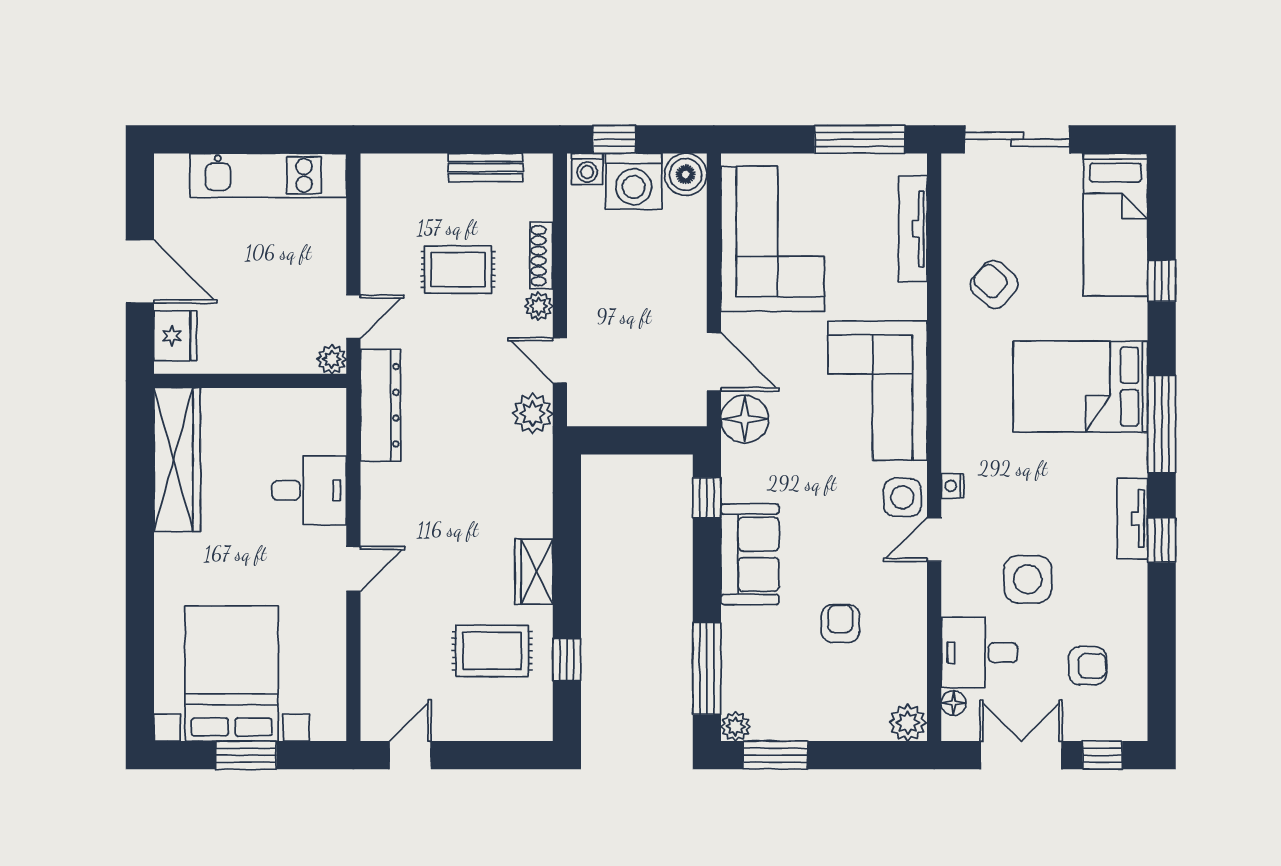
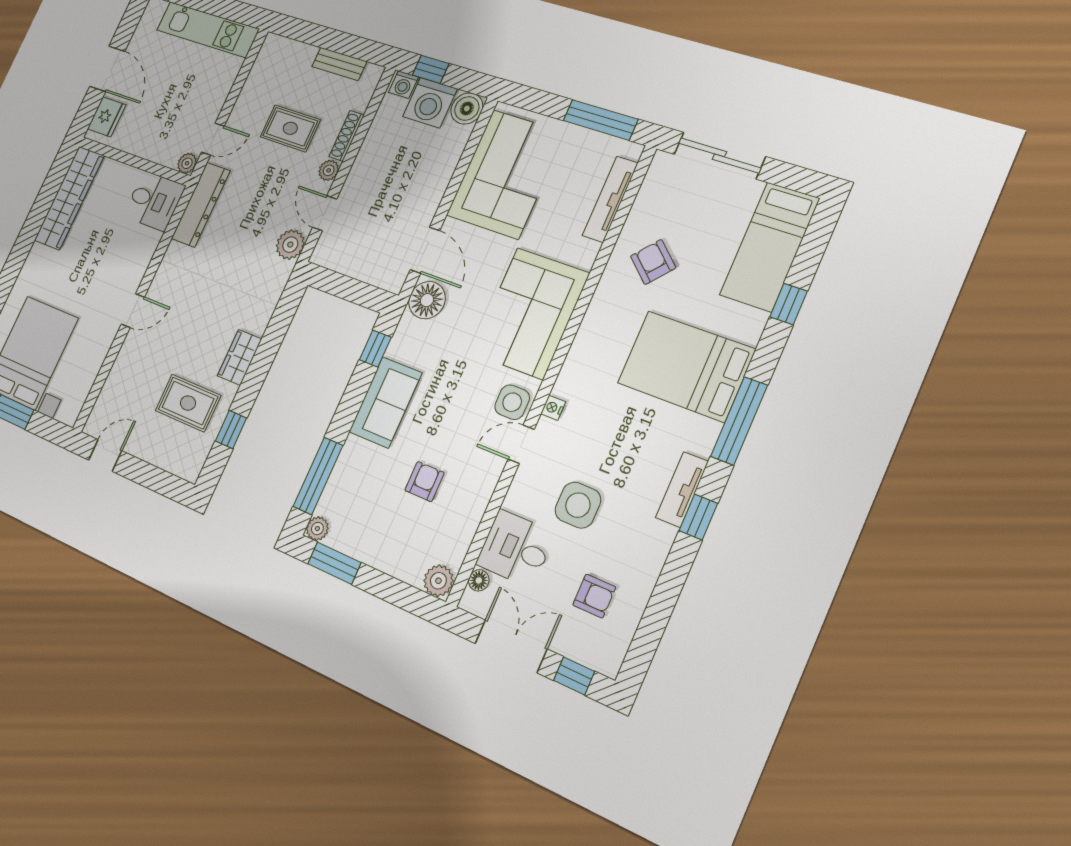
desk: (309, 490) -> (154, 201), moved

